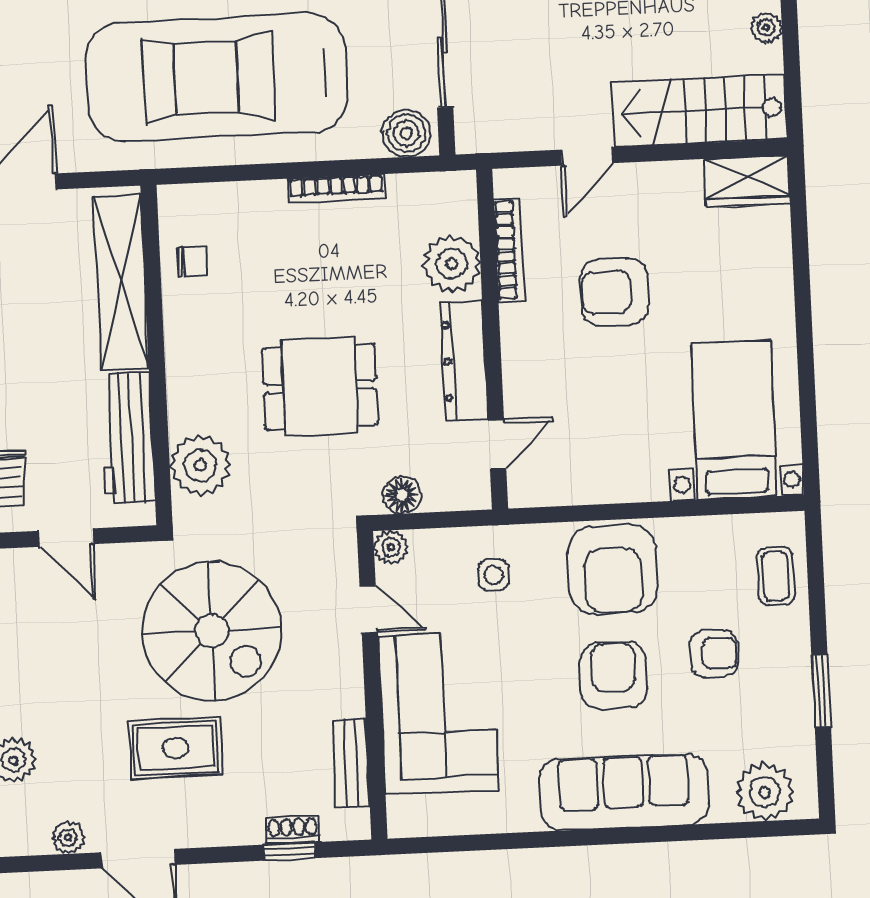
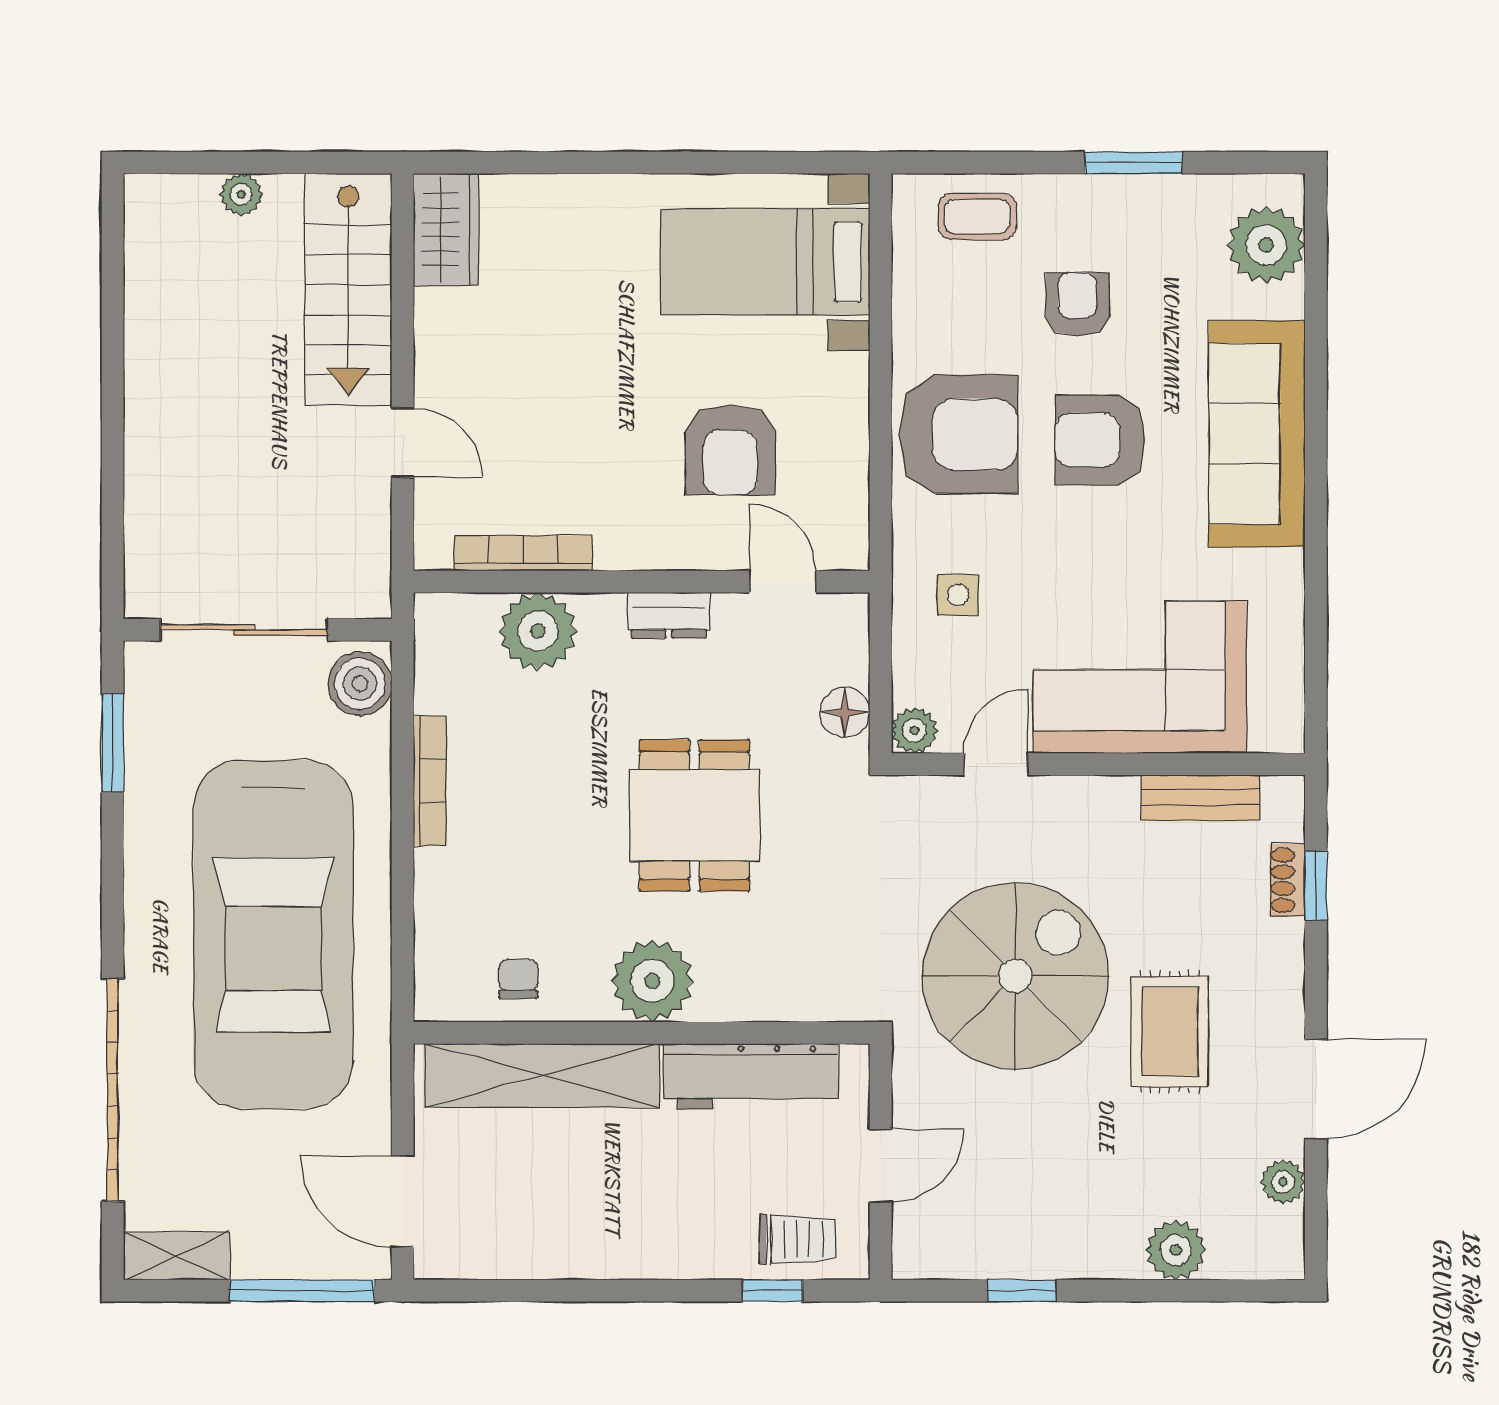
armchair: (614, 292) -> (730, 450), moved
dresser: (464, 361) -> (669, 615), width x0.51, depth x0.80
plant: (200, 465) -> (652, 981), moved

